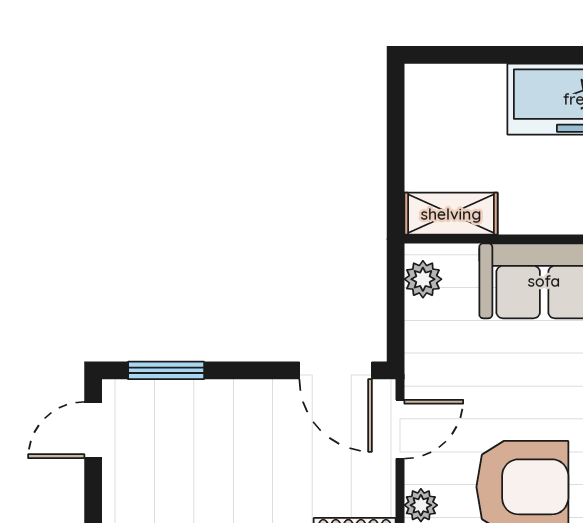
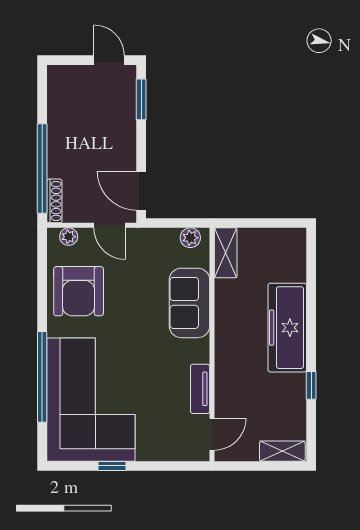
door: (336, 370) -> (141, 191), hinge flipped

